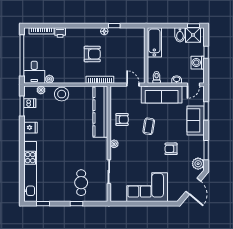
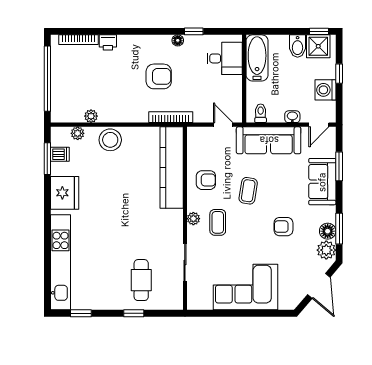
desk: (34, 72) -> (225, 58), moved, turned -90
fridge: (31, 128) -> (65, 193), width x1.88, depth x1.34
coffee table: (130, 146) -> (218, 222), added
floor lamp: (199, 152) -> (328, 231), added

